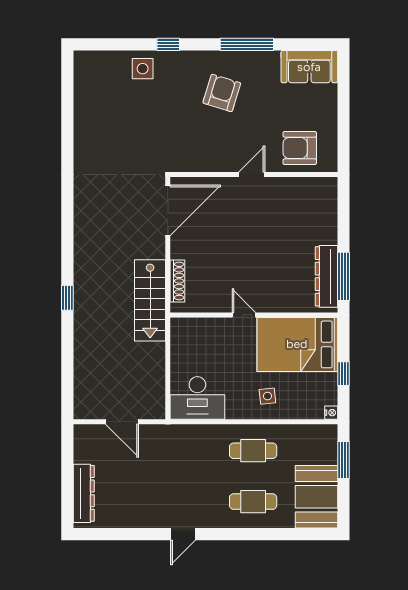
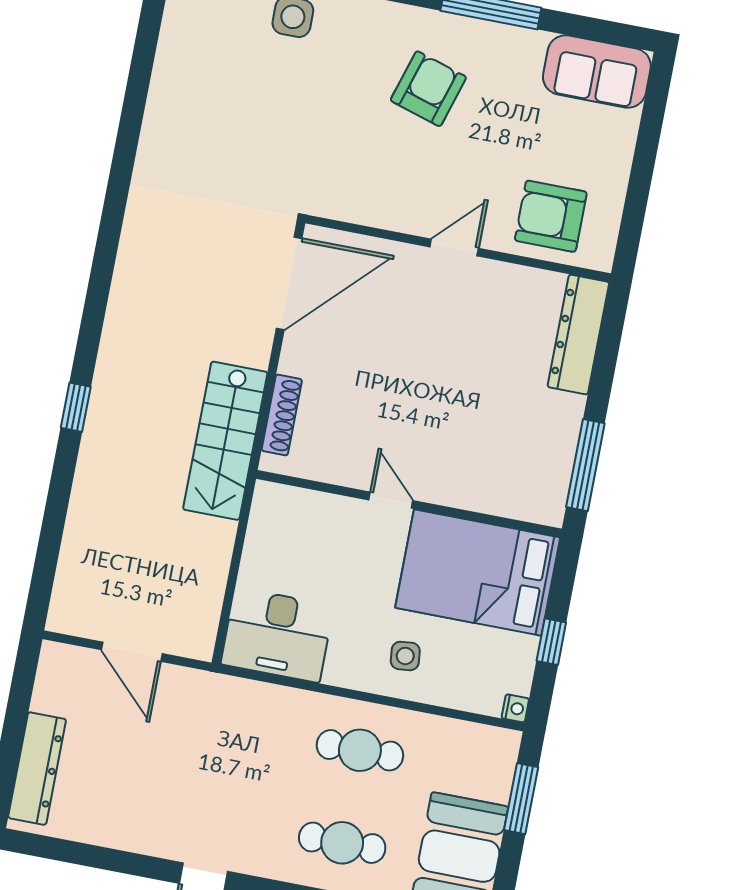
dresser: (326, 276) -> (578, 335), moved

